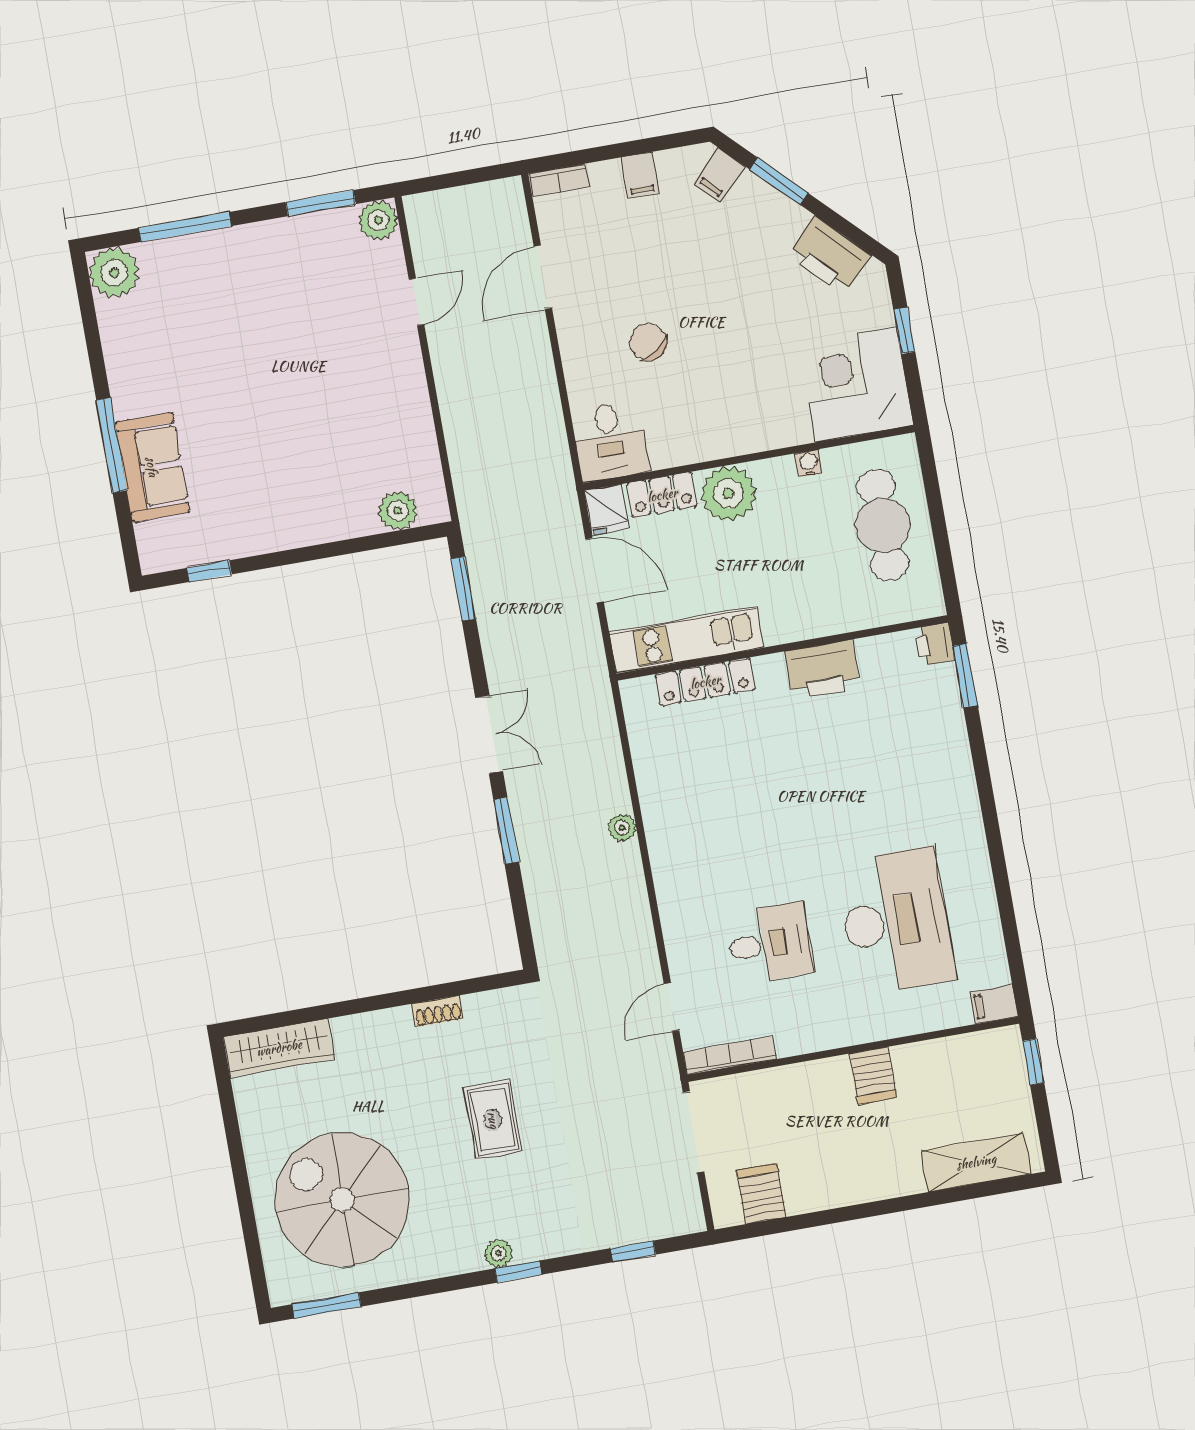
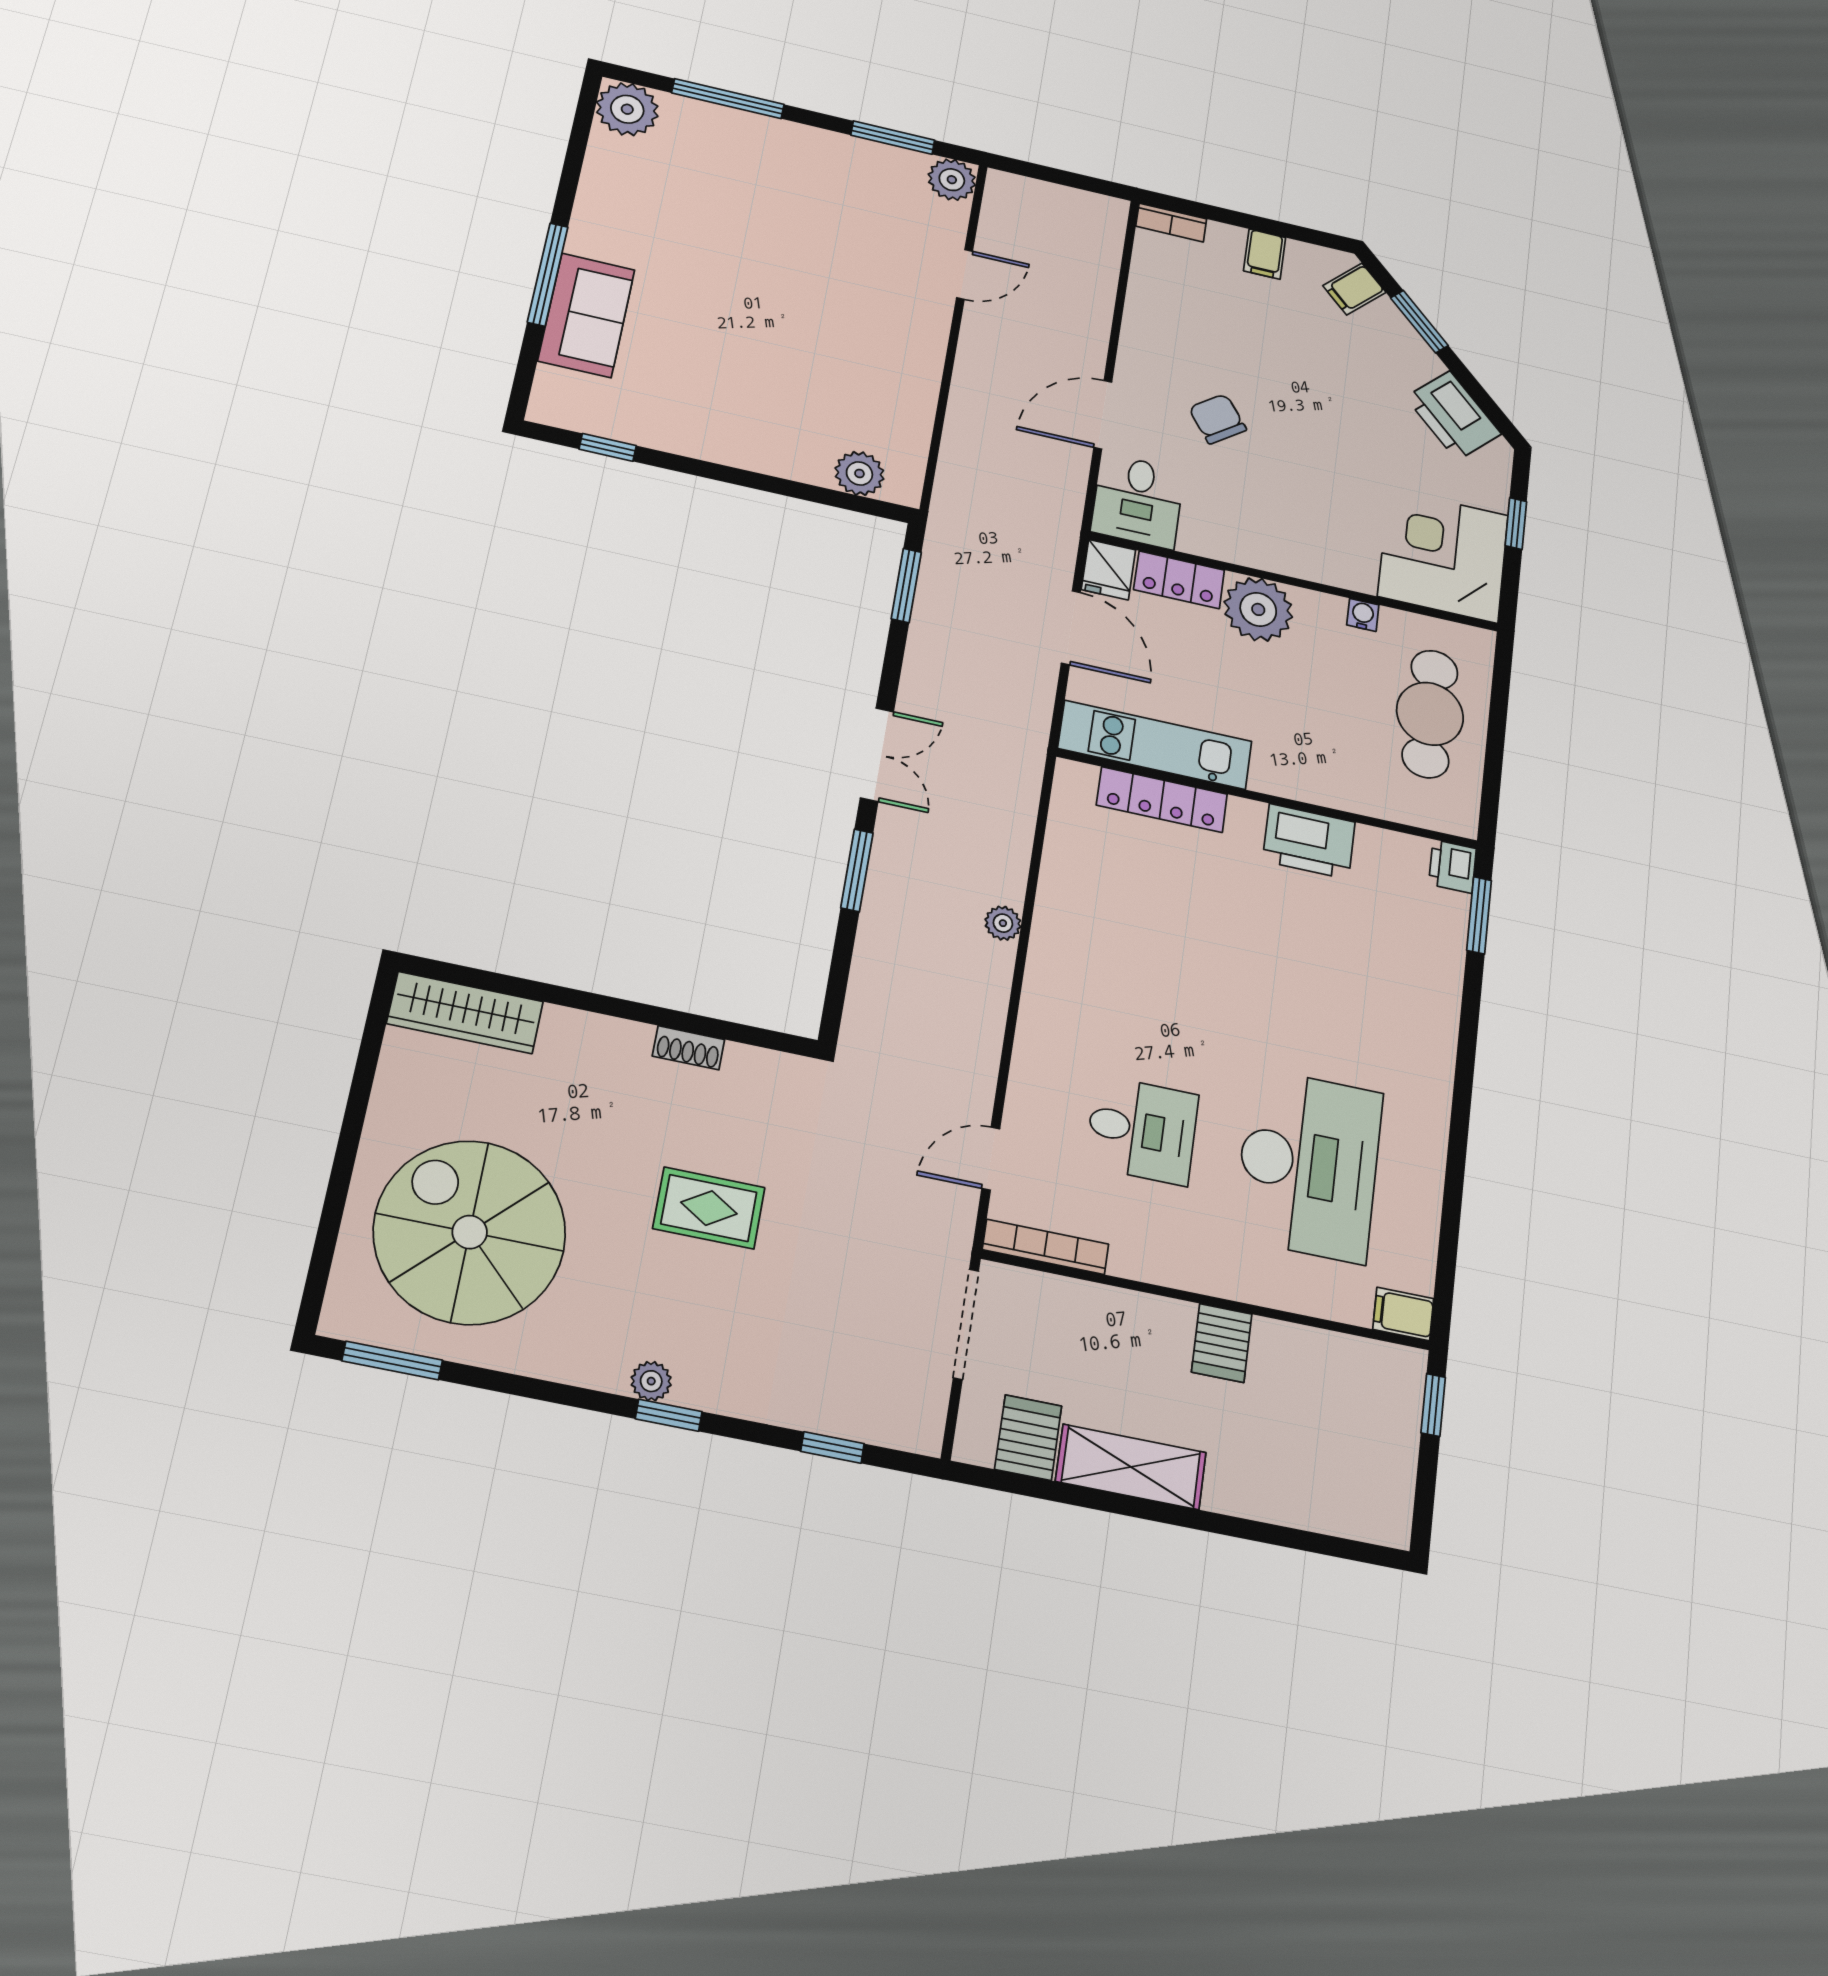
door: (543, 277) -> (1103, 415), moved
rug: (493, 1120) -> (709, 1208), turned 90
shelving: (976, 1162) -> (1131, 1467), moved

